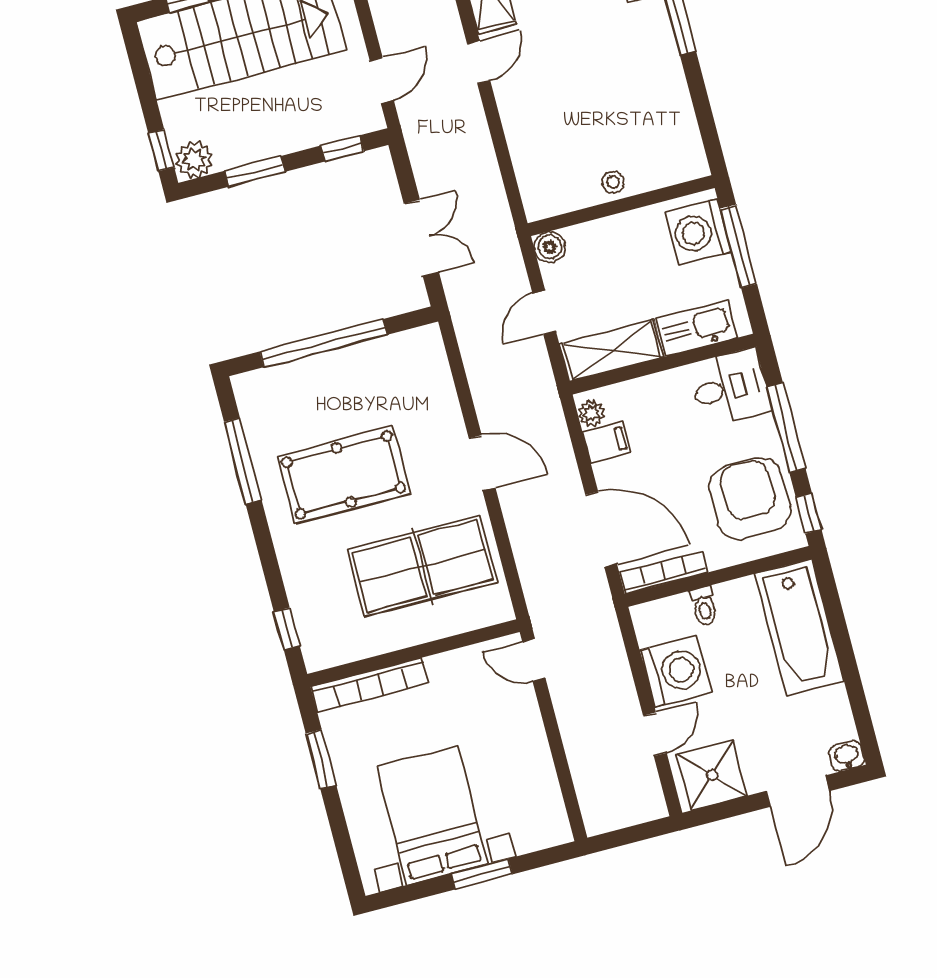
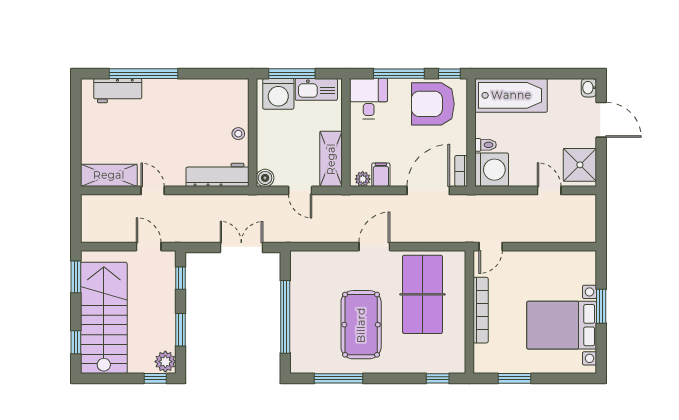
workbench: (534, 165) -> (217, 175), added
kitchen sink: (697, 328) -> (316, 89), moved, turned -90
bookcase: (664, 573) -> (461, 171), width x0.64
washing machine: (676, 671) -> (492, 170), moved, turned 90
bookcase: (370, 685) -> (481, 310), moved

